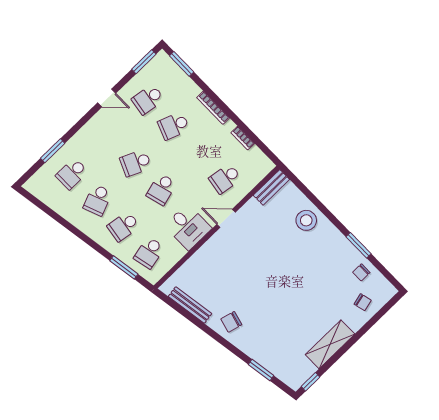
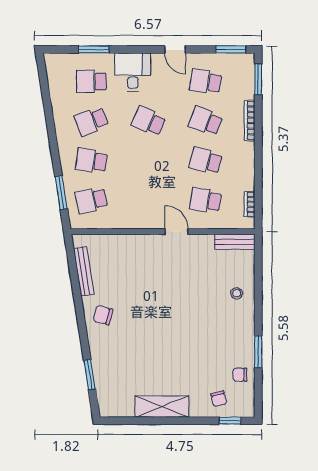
bookcase: (213, 108) -> (250, 120), moved
bookcase: (243, 138) -> (250, 204), moved
school desk: (161, 189) -> (206, 161), moved, turned 30
stool: (306, 220) -> (237, 293), width x0.53, depth x0.53
desk: (188, 227) -> (133, 72), moved, turned 180
window: (311, 382) -> (230, 421), moved

